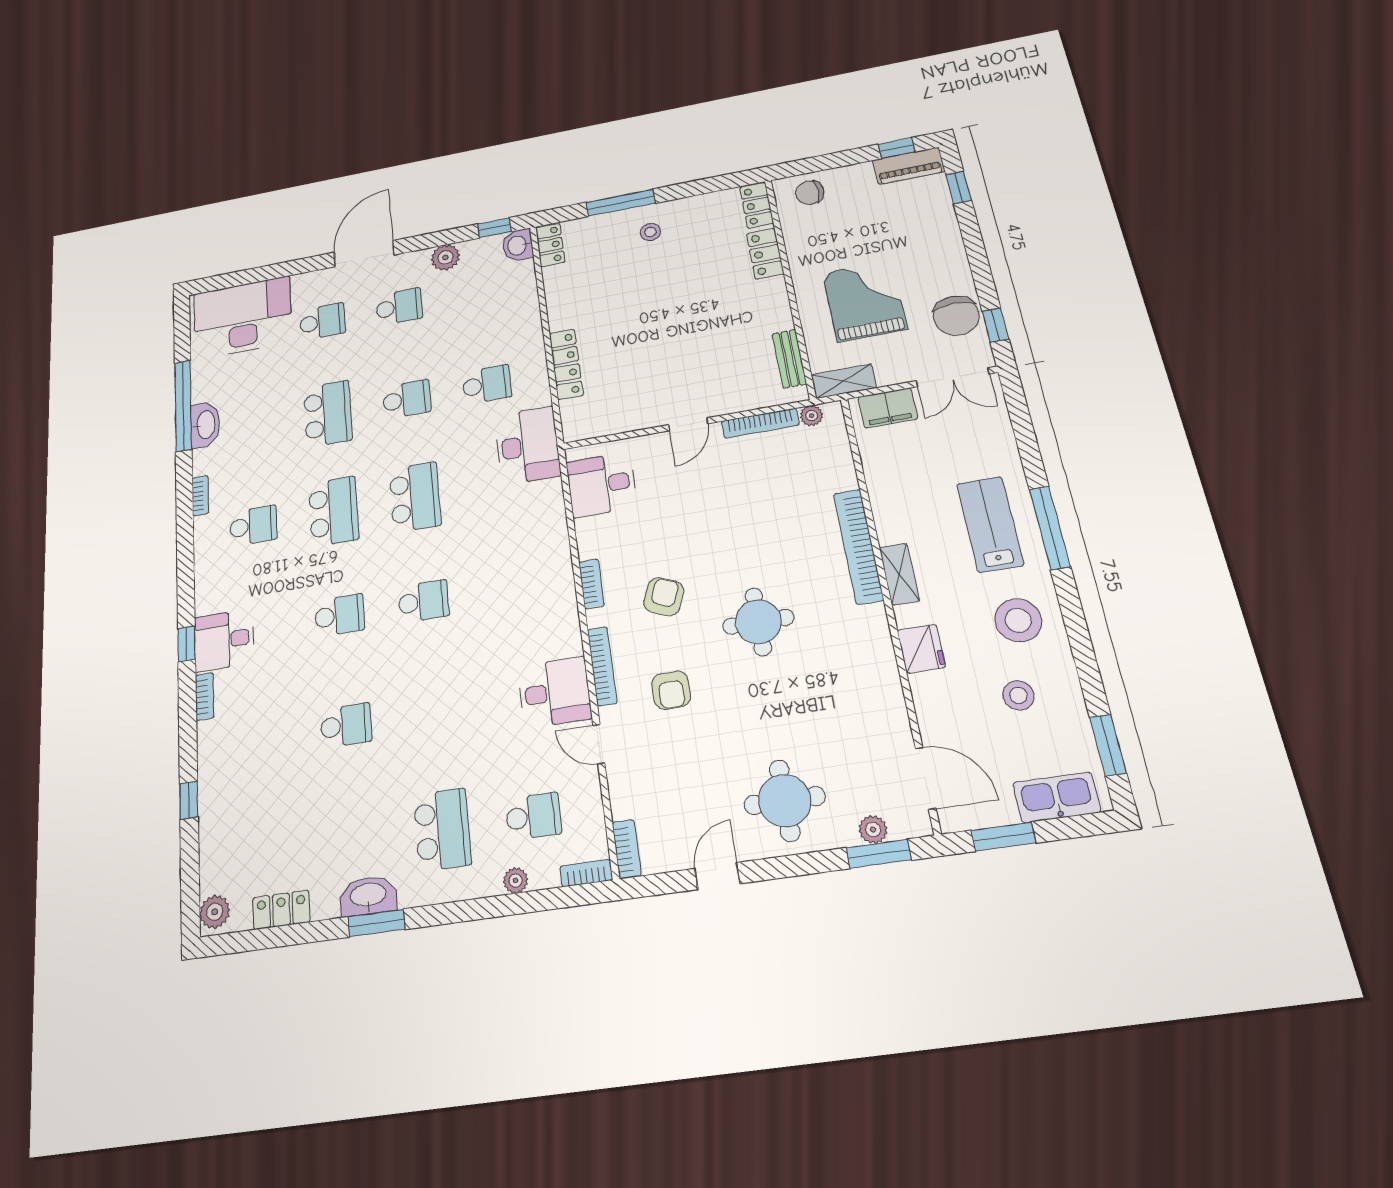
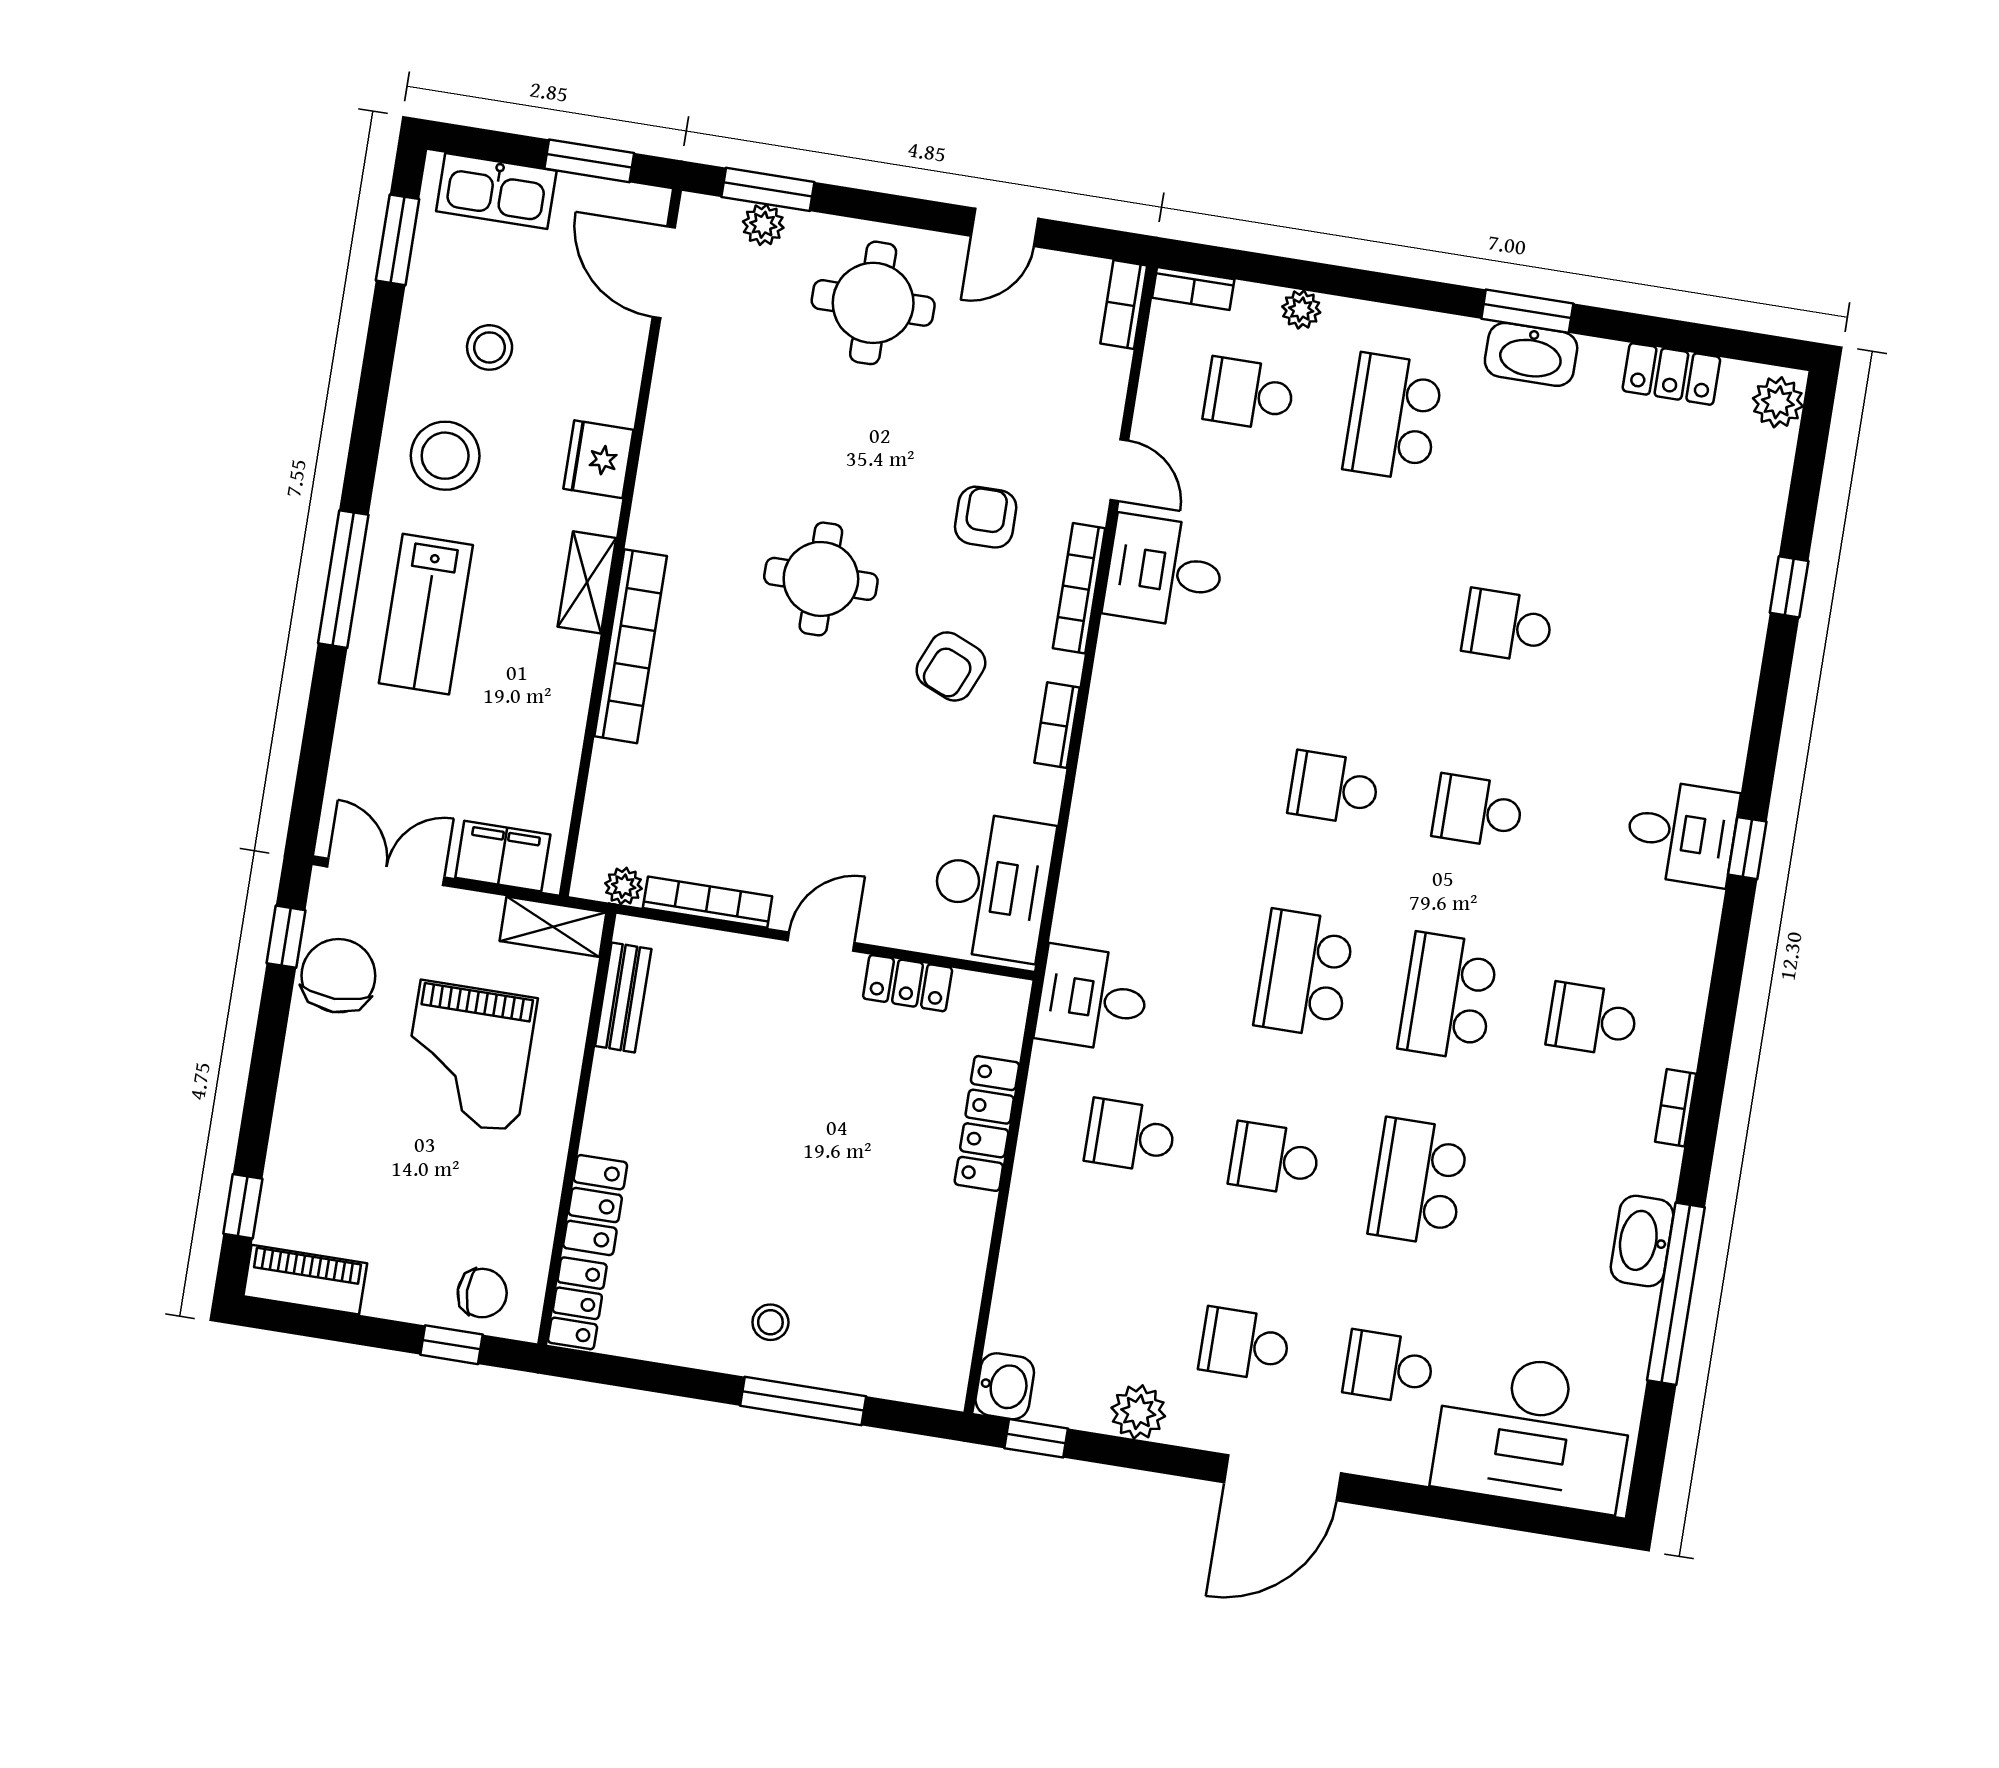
window: (897, 148) -> (452, 1345), moved
locker: (550, 245) -> (908, 983), moved, turned -90
desk: (527, 446) -> (1093, 999), width x0.73
desk: (602, 485) -> (992, 887), width x1.37
bookcase: (205, 696) -> (1732, 748), removed

